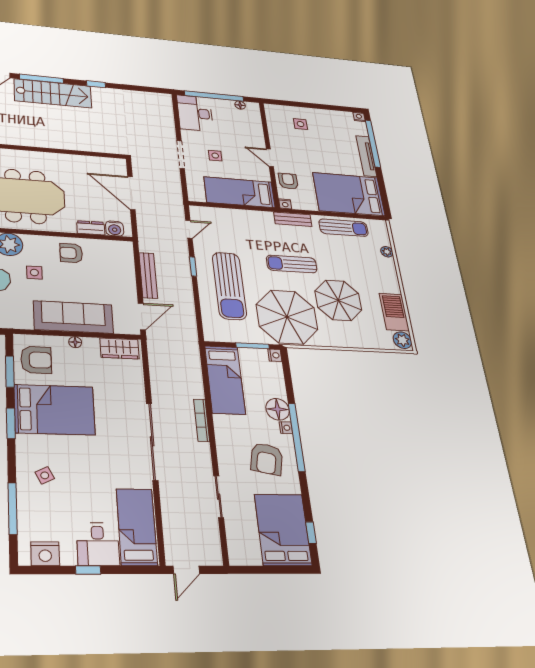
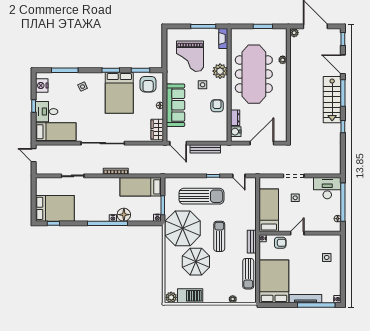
sun lounger: (229, 286) -> (202, 196), turned 180
armchair: (267, 459) -> (94, 205), removed

